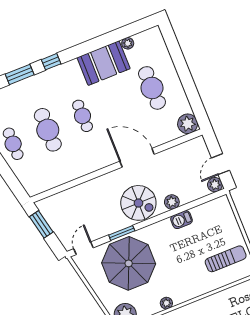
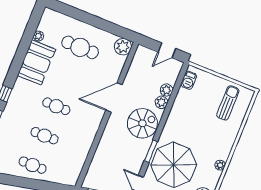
cafe table: (48, 130) -> (44, 136), width x0.73, depth x0.74
door: (220, 164) -> (167, 50), hinge flipped
plant: (215, 185) -> (166, 90), moved
barbecue: (182, 220) -> (189, 80), moved

